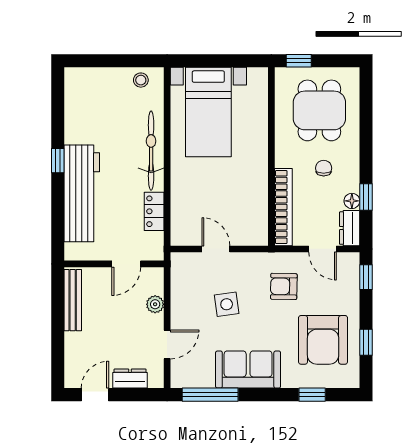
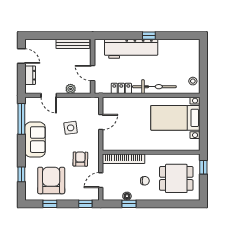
dresser: (350, 228) -> (112, 195), removed
armchair: (323, 340) -> (51, 180), turned 90

